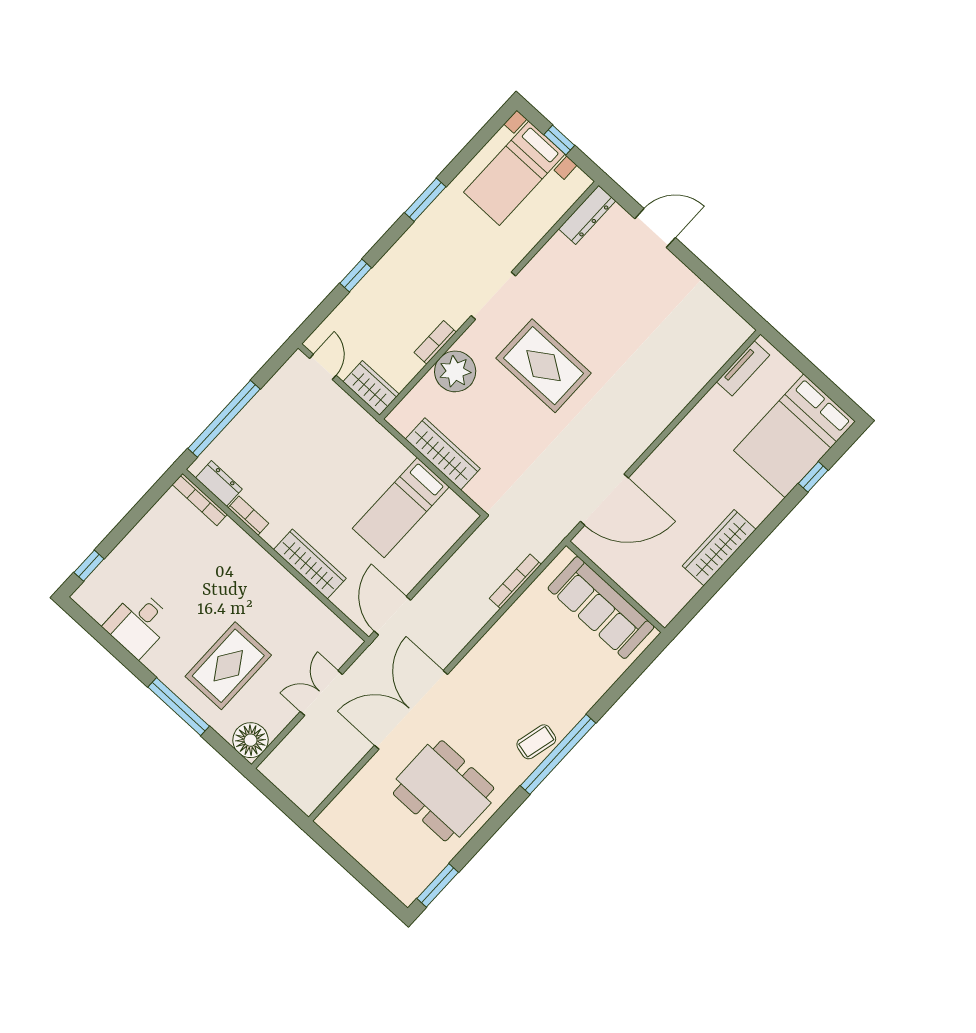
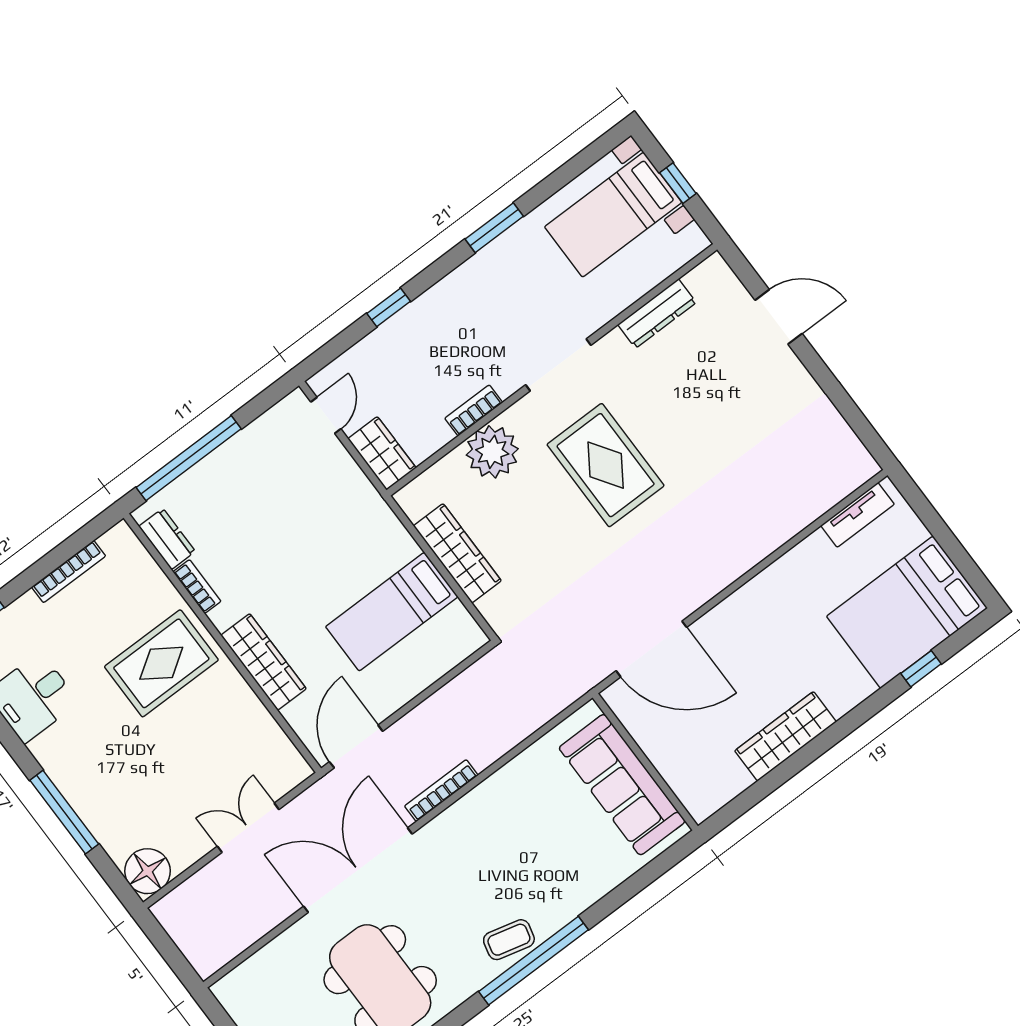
dresser: (587, 215) -> (657, 313), moved
bookcase: (200, 500) -> (69, 571), moved, turned -90
bookcase: (515, 581) -> (441, 791), moved
rug: (228, 666) -> (161, 663), moved

